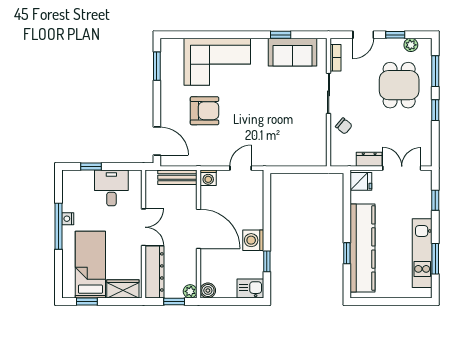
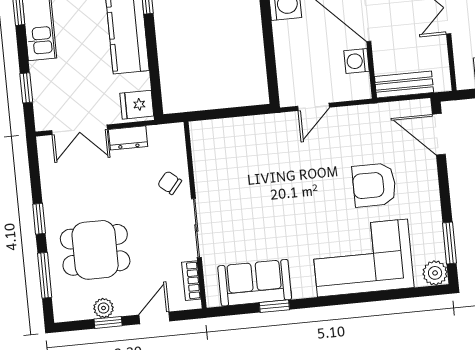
plant: (411, 45) -> (104, 308), moved
plant: (169, 47) -> (435, 273), added
dining table: (399, 85) -> (95, 250), turned 90
washing machine: (208, 178) -> (357, 61), moved, turned -90

